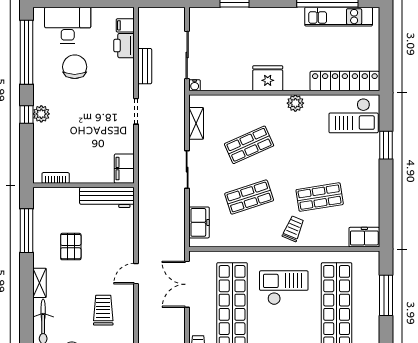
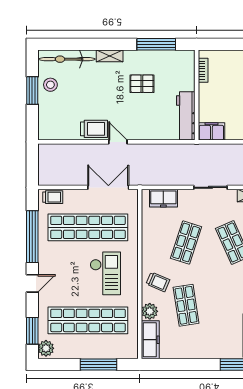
shop shelf: (249, 197) -> (186, 242), turned 36
freezer: (364, 237) -> (150, 340), width x1.40
plant: (326, 238) -> (150, 311), added
trolley: (103, 310) -> (94, 129), moved

